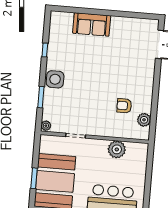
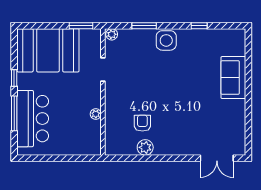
plant: (144, 120) -> (145, 147), moved
plant: (117, 149) -> (96, 114), width x0.53, depth x0.53
window: (34, 178) -> (81, 26), moved

